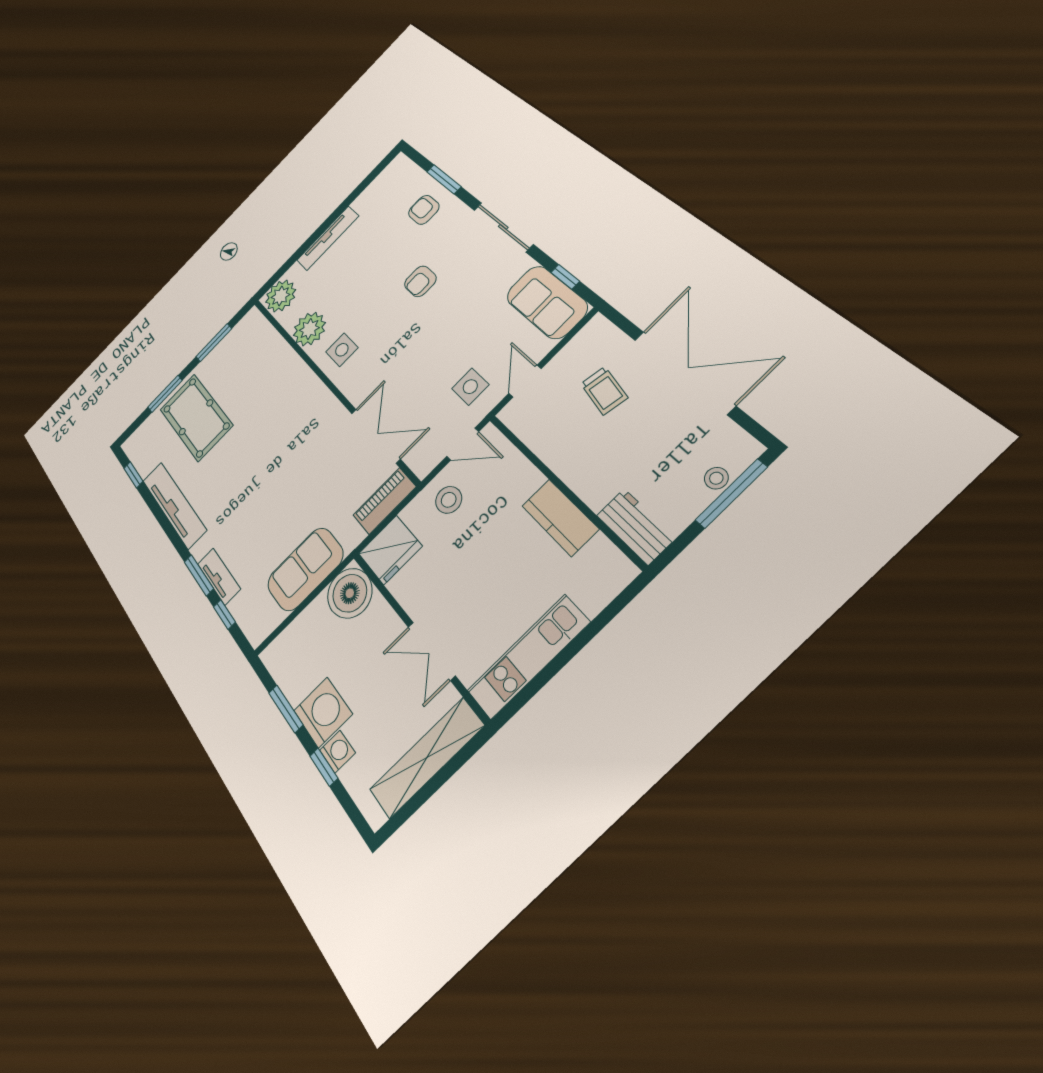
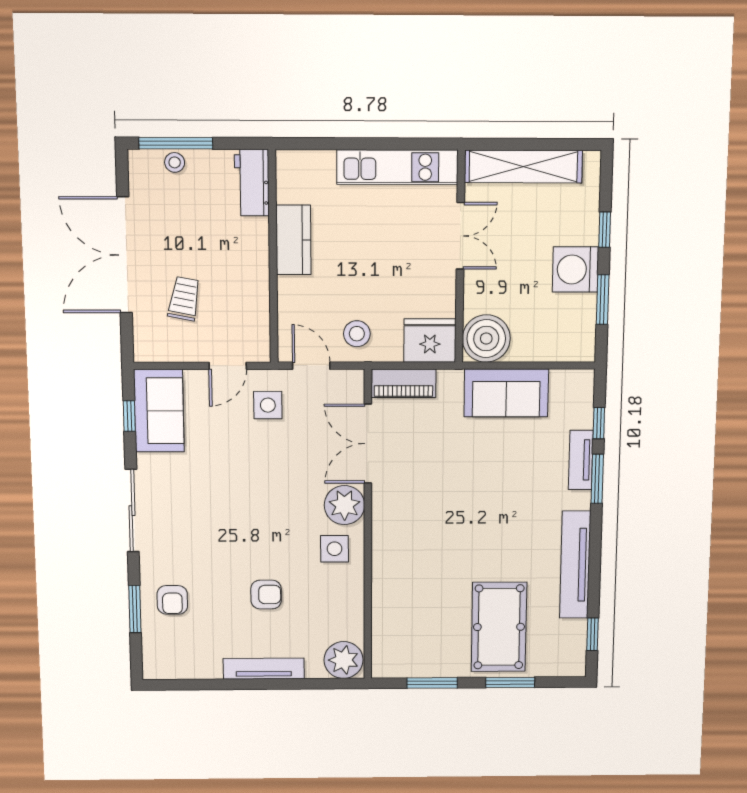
armchair: (420, 281) -> (266, 595), moved
plant: (309, 329) -> (344, 505), moved
washing machine: (337, 752) -> (586, 231), removed

